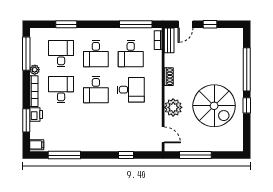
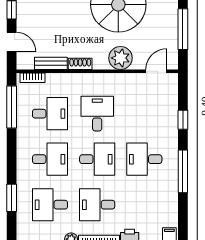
bench: (169, 40) -> (51, 63), moved
desk: (96, 126) -> (144, 159), added
window: (64, 155) -> (183, 171), moved

